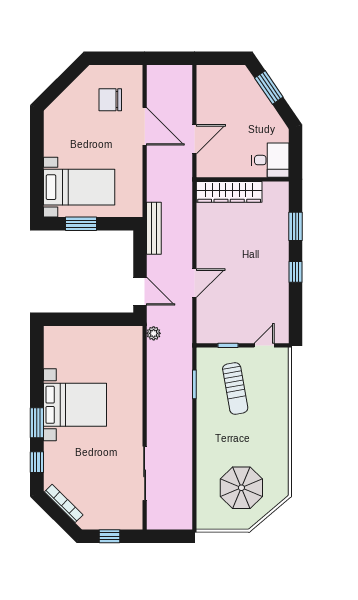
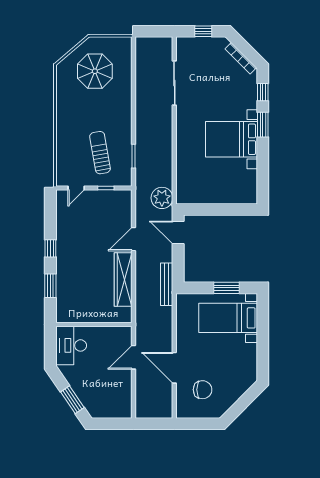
desk: (270, 160) -> (71, 345), width x1.37
wardrobe: (229, 192) -> (123, 279), moved, turned -90
plant: (154, 333) -> (162, 198), width x1.87, depth x1.87

